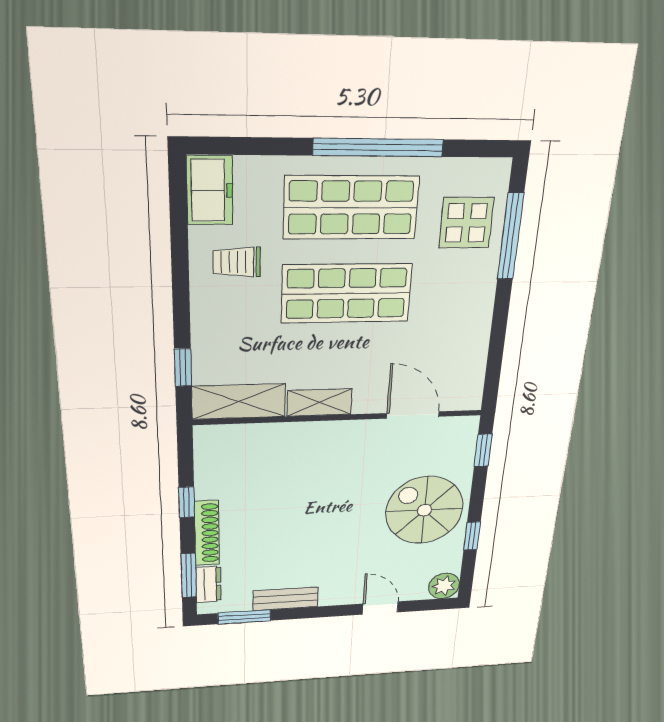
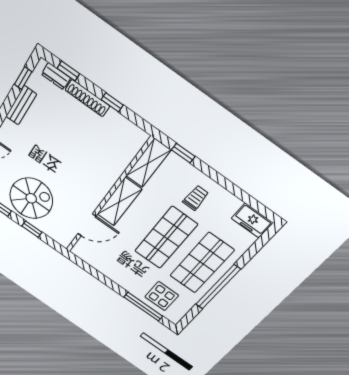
trolley: (237, 262) -> (196, 198), moved
shelving: (320, 402) -> (119, 202), width x1.50, depth x1.33
window: (483, 450) -> (32, 229), moved
window: (189, 575) -> (68, 71), width x0.67
window: (244, 617) -> (23, 78), width x0.67

